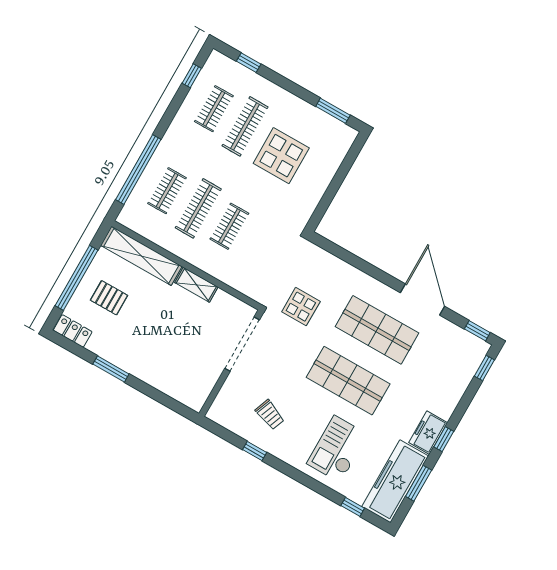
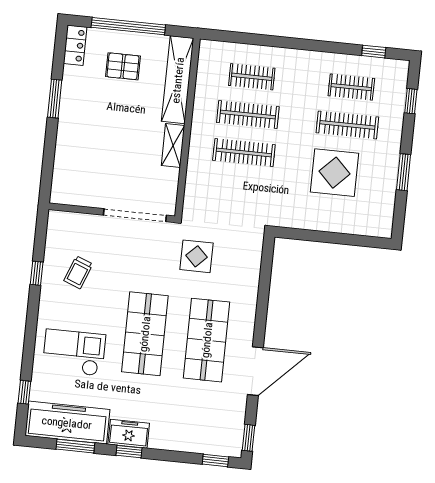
window: (333, 111) -> (404, 172), moved
window: (138, 169) -> (260, 40), removed
clothes rail: (229, 226) -> (244, 152), width x1.36
pallet: (109, 298) -> (123, 66), turned 90

